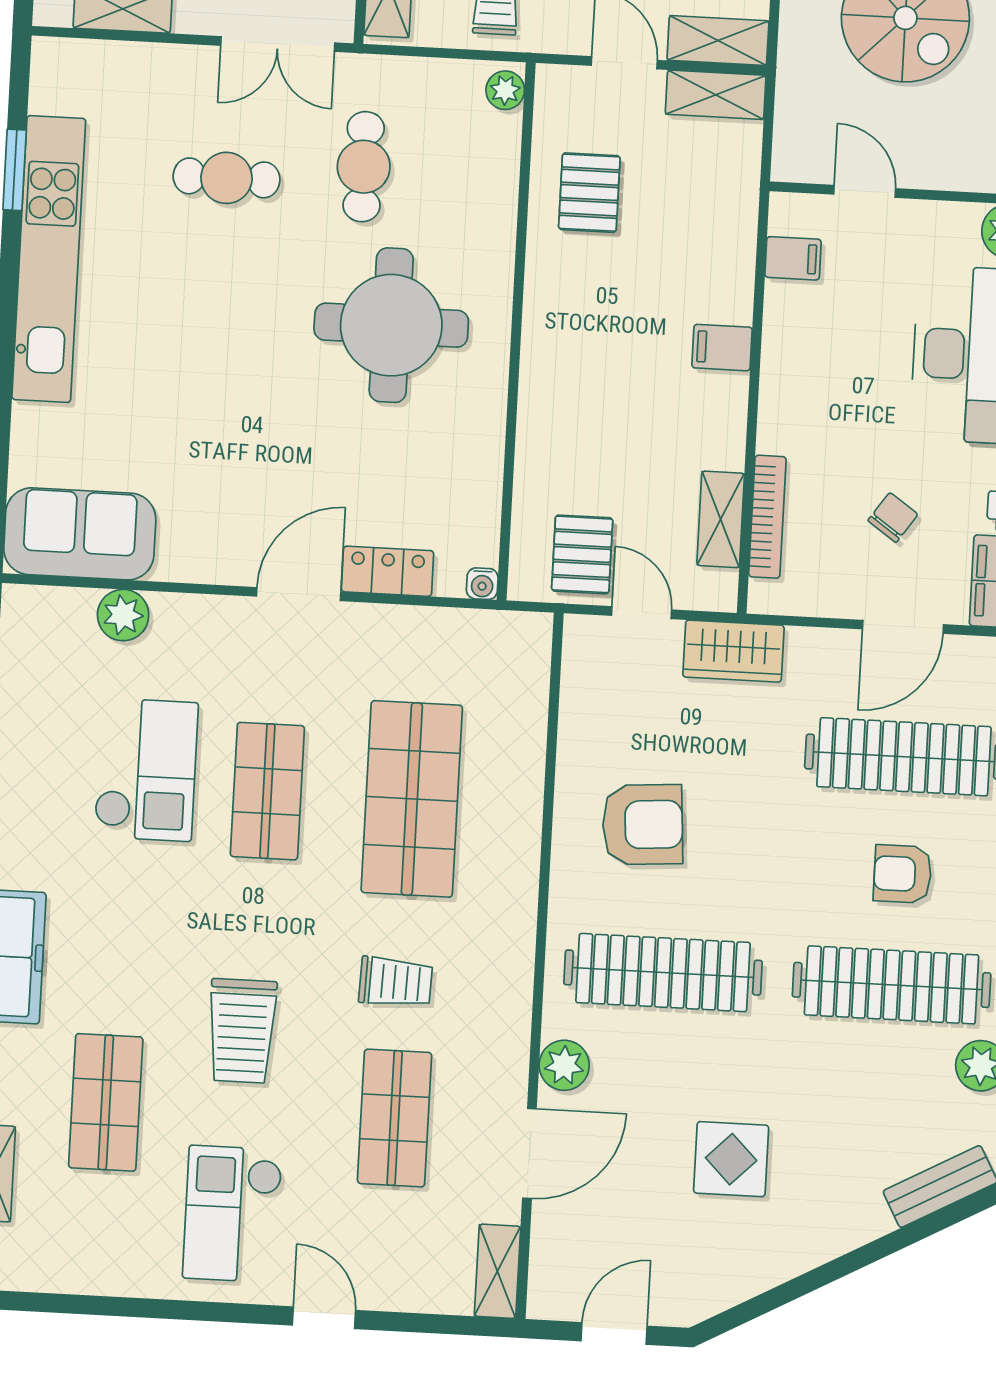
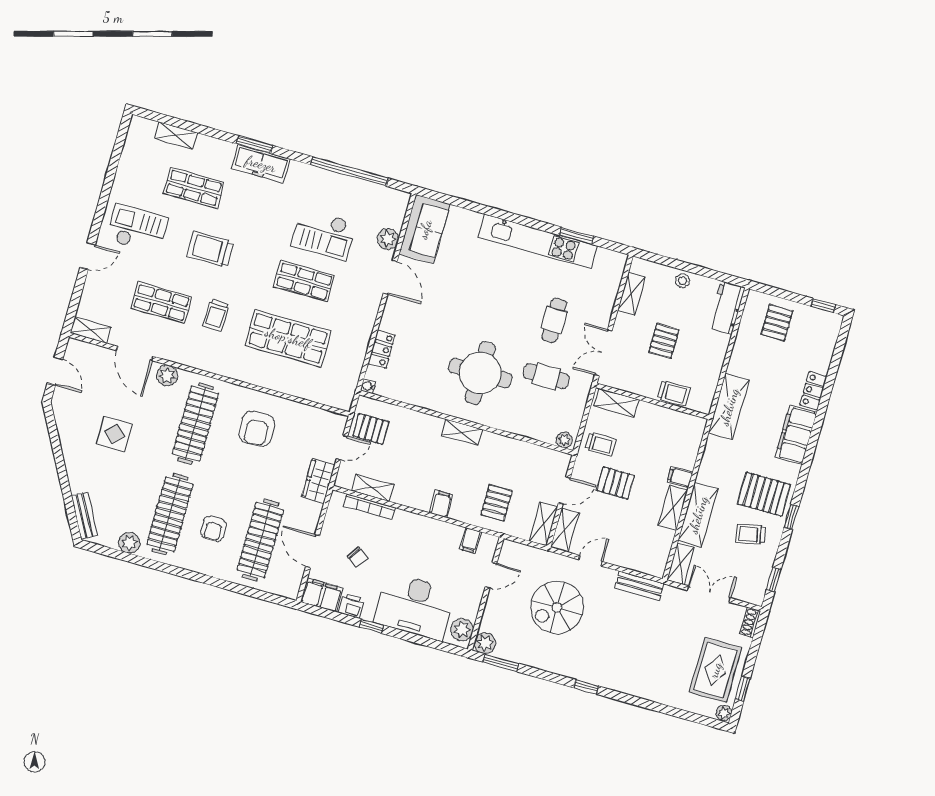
pallet: (589, 193) -> (497, 503), moved, turned 90
shelving: (541, 337) -> (462, 432), added
door: (299, 594) -> (390, 277), moved
armchair: (903, 874) -> (213, 529), turned 180

